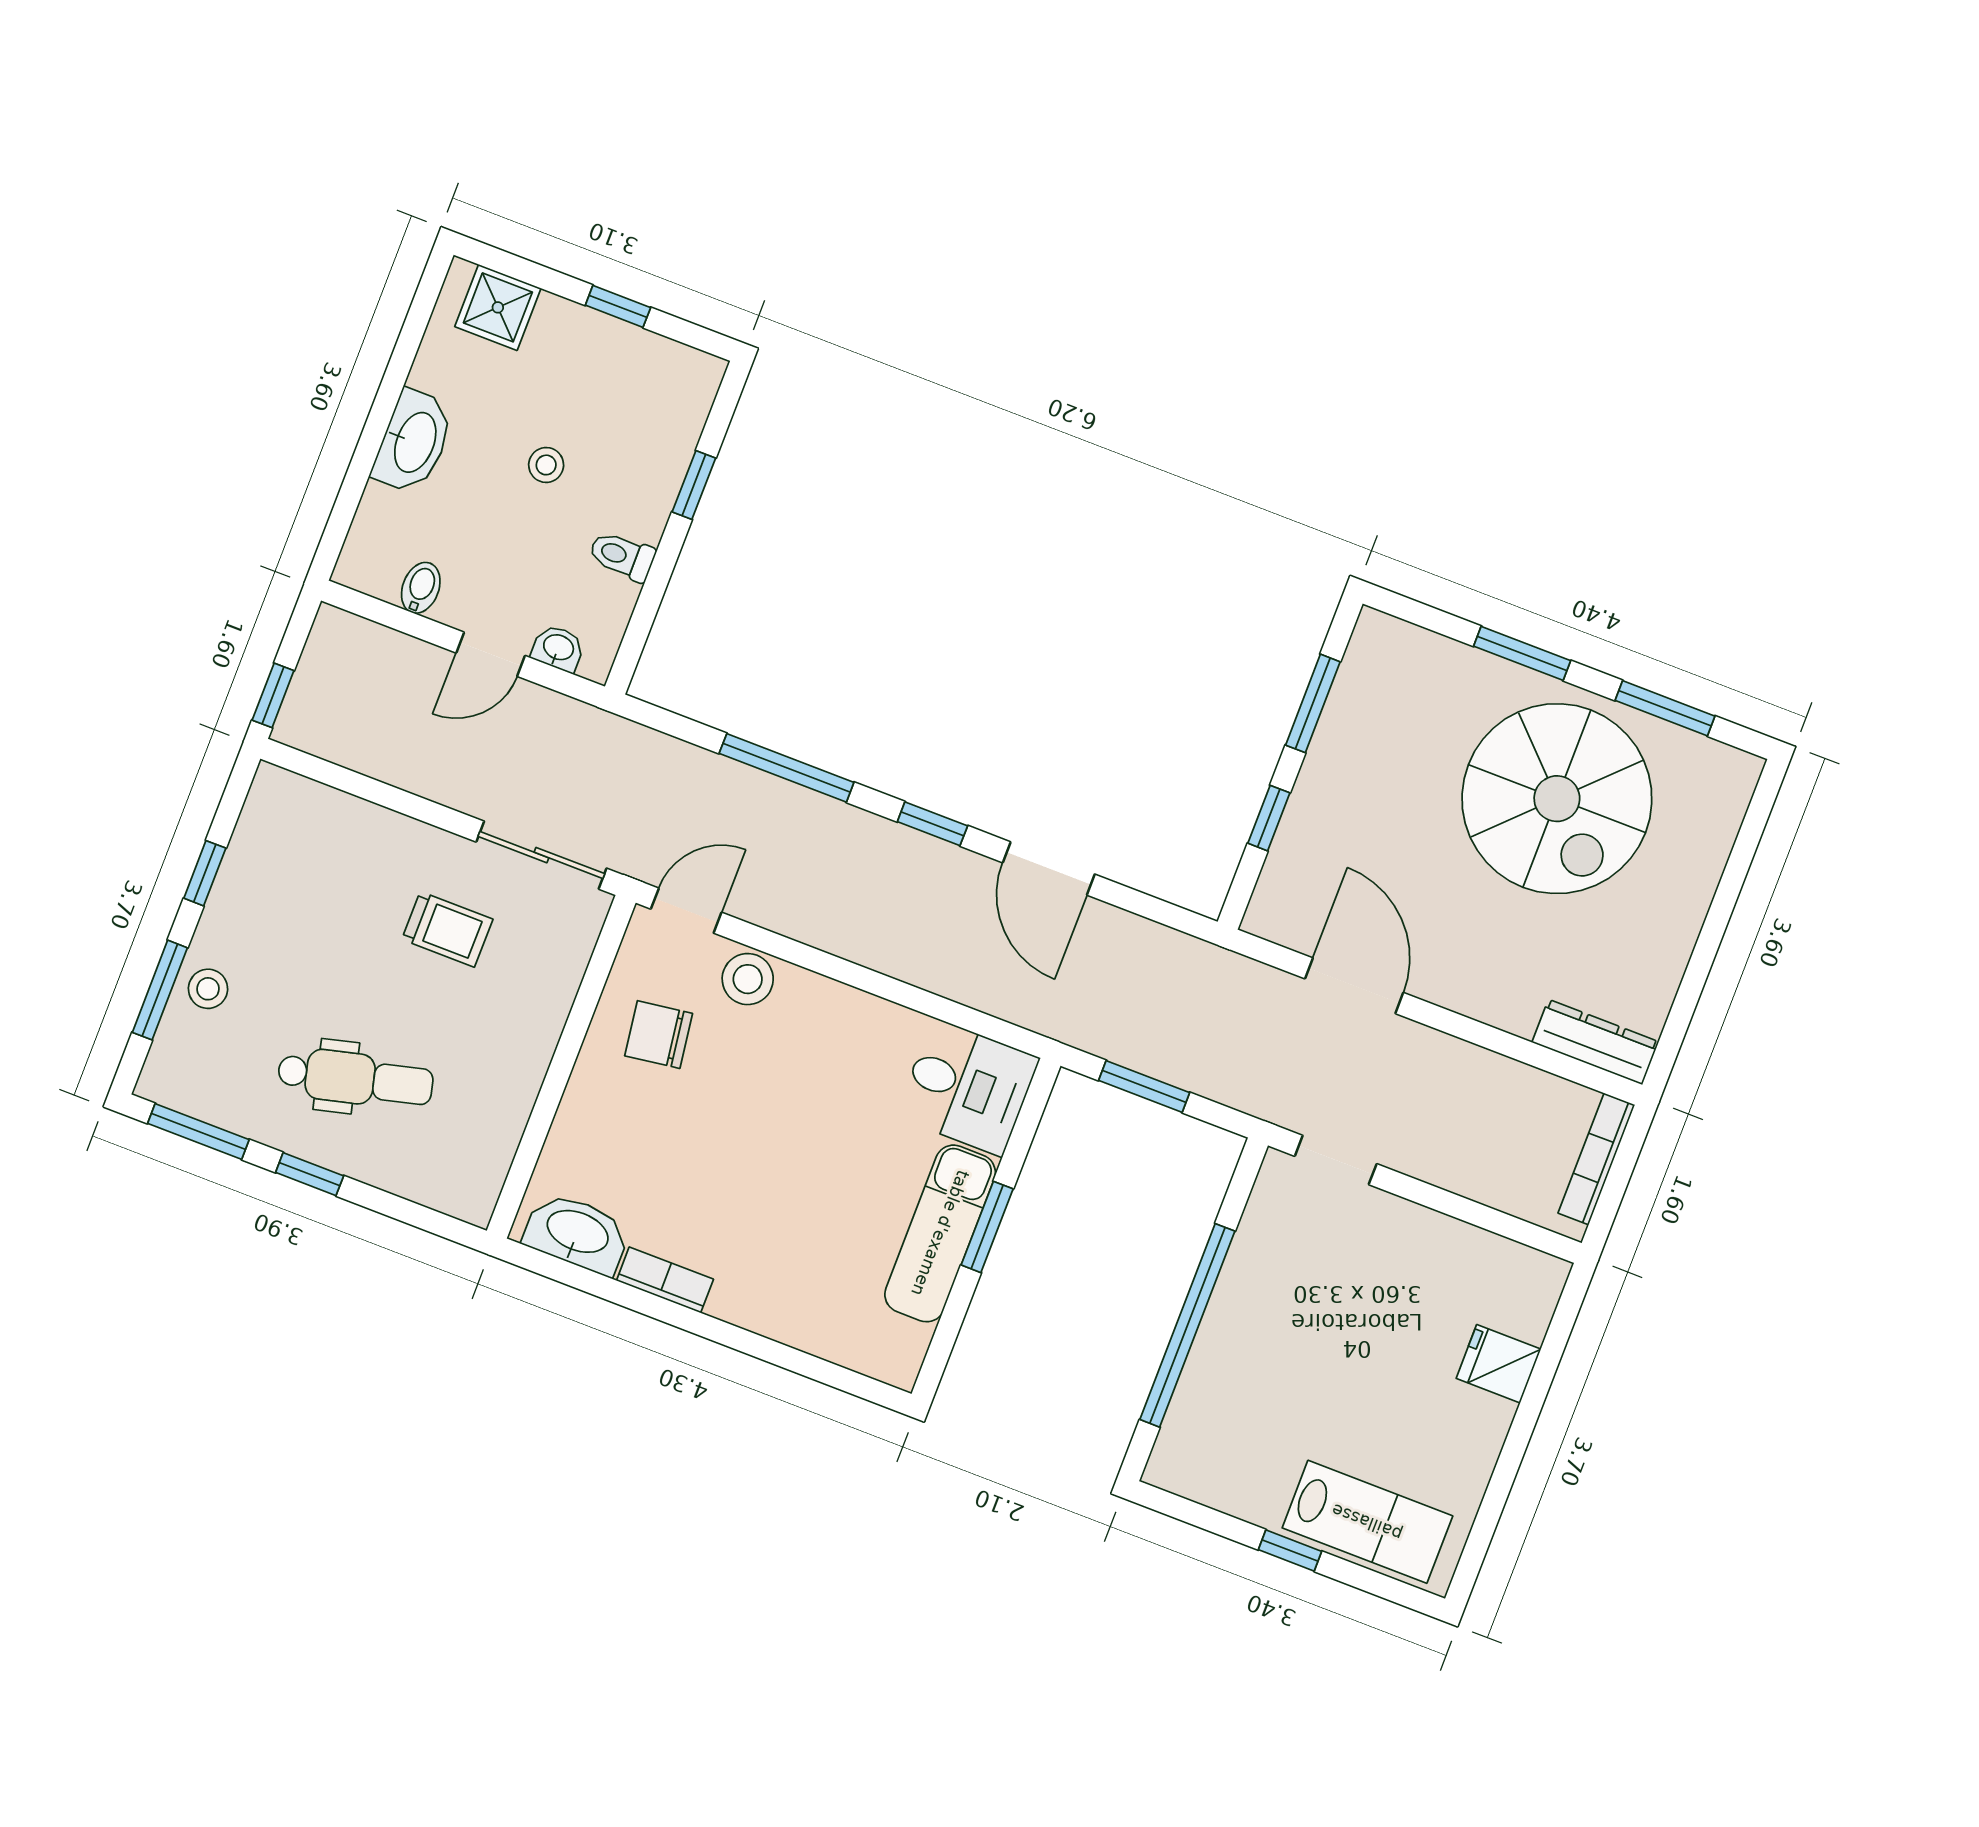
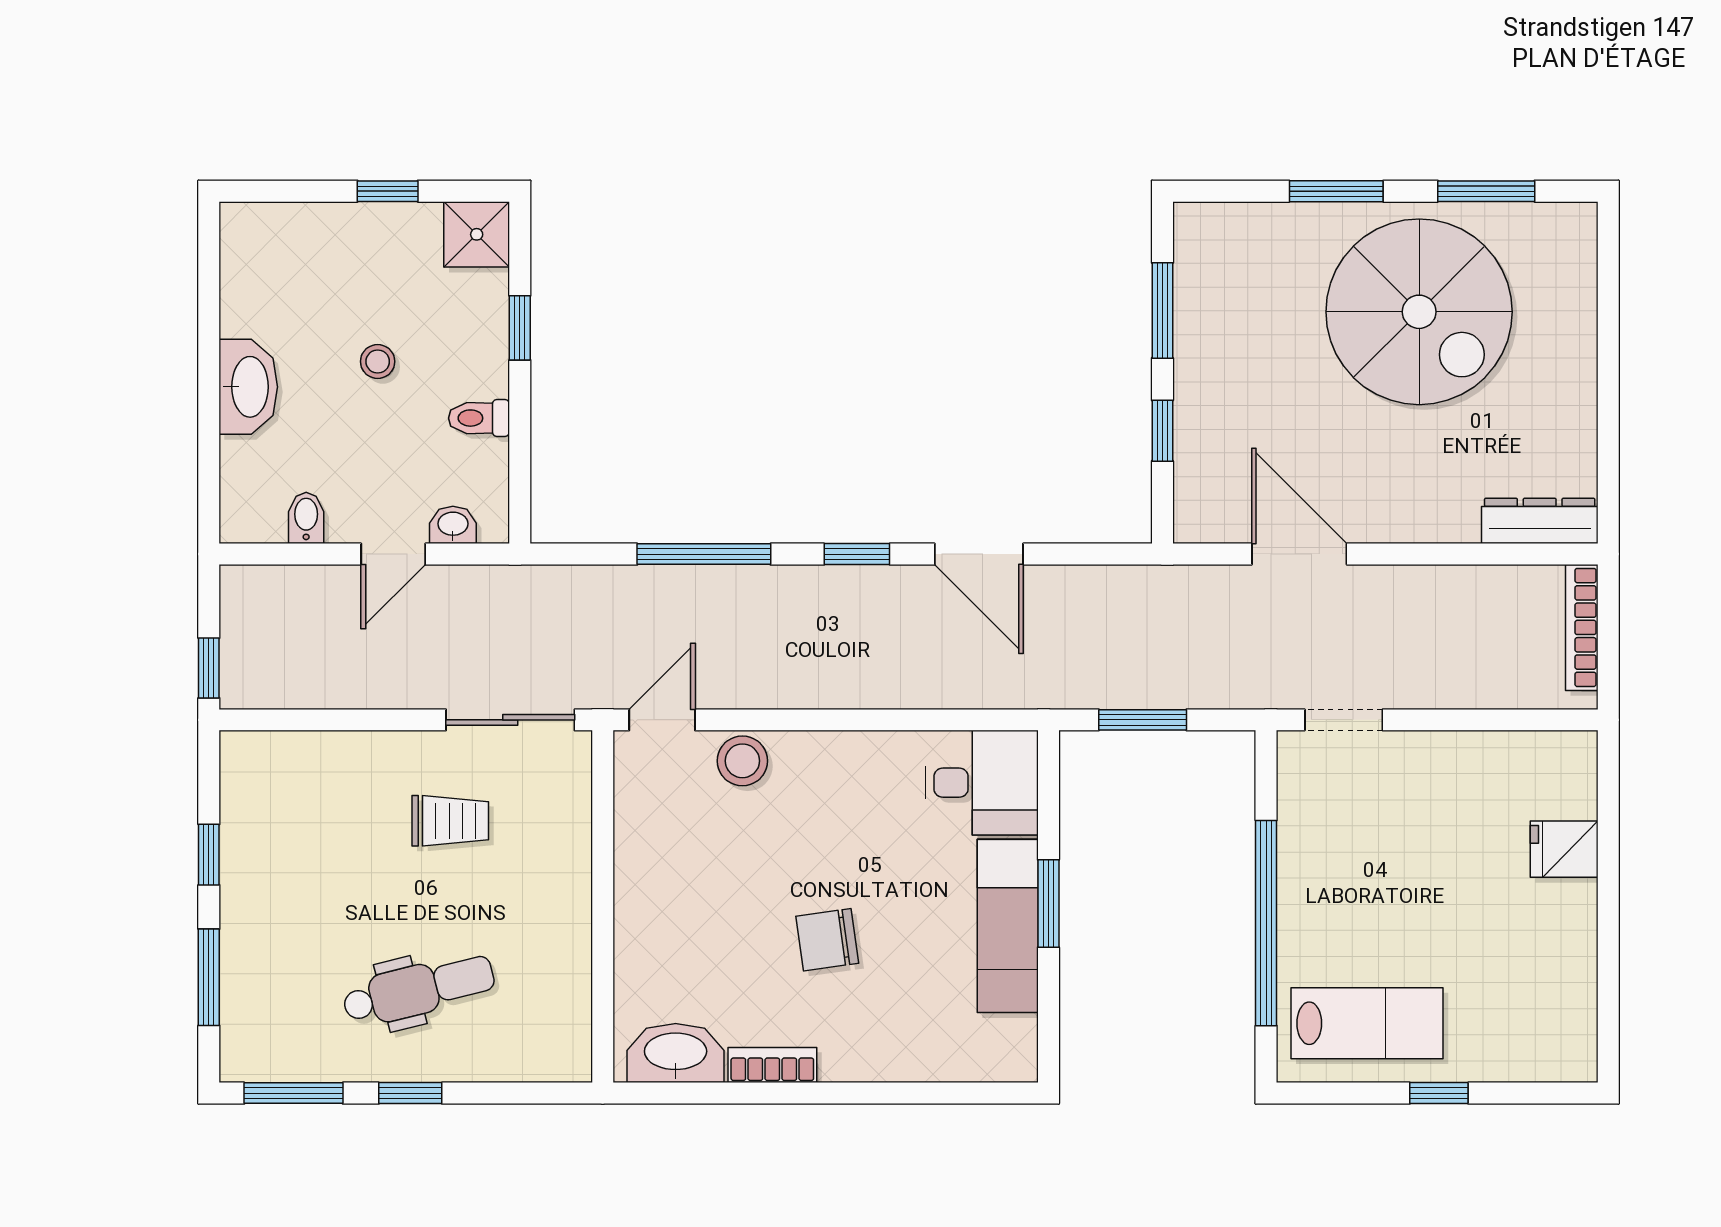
shower: (498, 307) -> (477, 234), moved
stool: (208, 989) -> (252, 959), removed
chair: (659, 1035) -> (827, 940), moved
lab bench: (1367, 1522) -> (1367, 1023), moved

